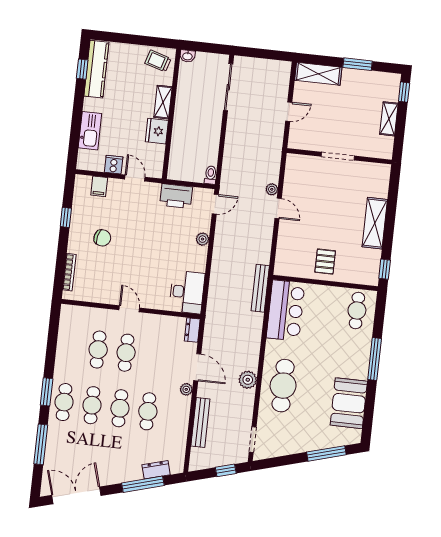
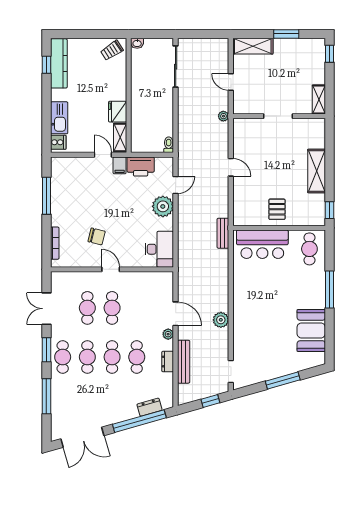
trolley: (158, 61) -> (112, 50), turned -50
shelving: (163, 102) -> (120, 137), moved
door: (289, 112) -> (231, 82), swing flipped
shelving: (389, 119) -> (319, 99), moved
cooker: (114, 165) -> (58, 142), moved, turned 90
filing cabinet: (99, 186) -> (120, 165), moved
plant: (272, 189) -> (223, 116), moved
door: (215, 204) -> (176, 185), moved
window: (66, 217) -> (46, 196), width x2.17
chair: (102, 238) -> (97, 236), moved
plant: (203, 239) -> (163, 206), width x1.88, depth x1.88
bench: (260, 288) -> (223, 233), width x0.73
bar counter: (286, 310) -> (262, 244), moved, turned 90
dresser: (192, 330) -> (168, 362), moved
double door: (52, 345) -> (46, 309), added
cafe table: (283, 386) -> (252, 321), removed
window: (326, 453) -> (283, 380), moved
window: (143, 484) -> (139, 421), width x1.46
double door: (76, 495) -> (82, 437), swing flipped

